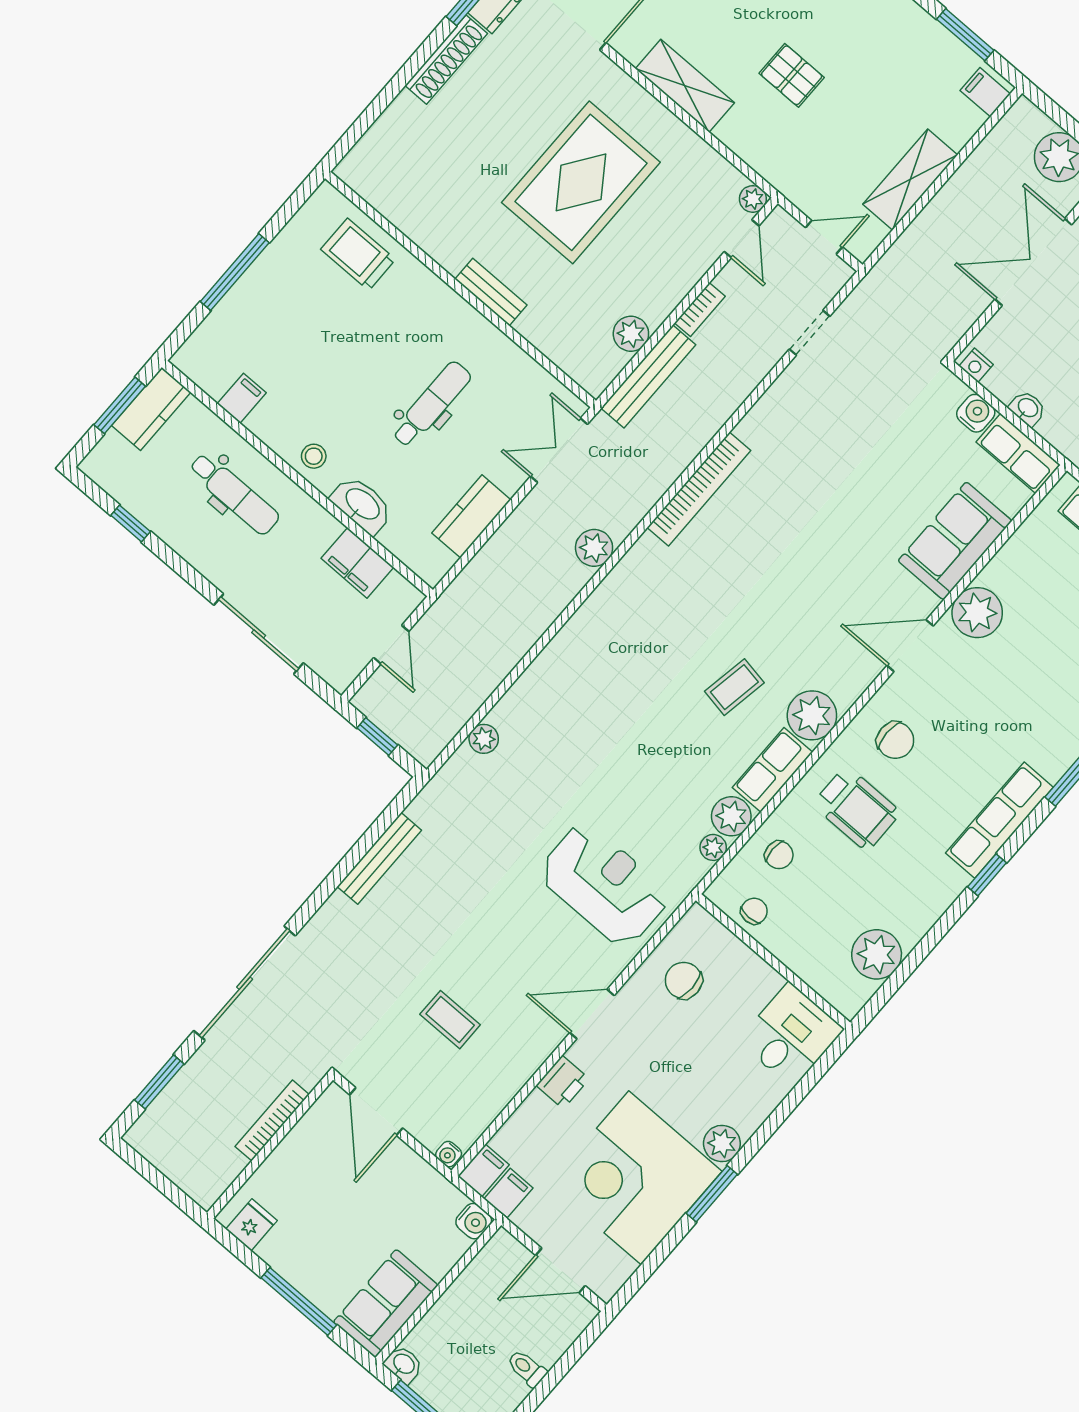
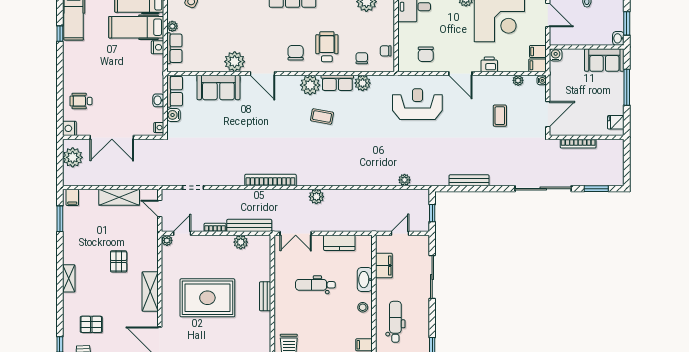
plant: (713, 847) -> (518, 80), moved
reception desk: (604, 885) -> (417, 104), turned 90

